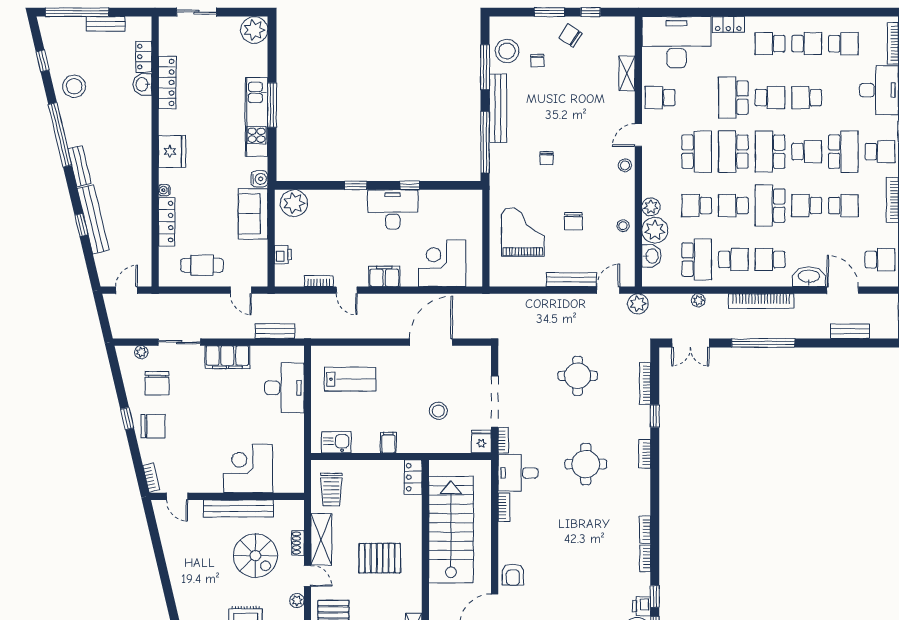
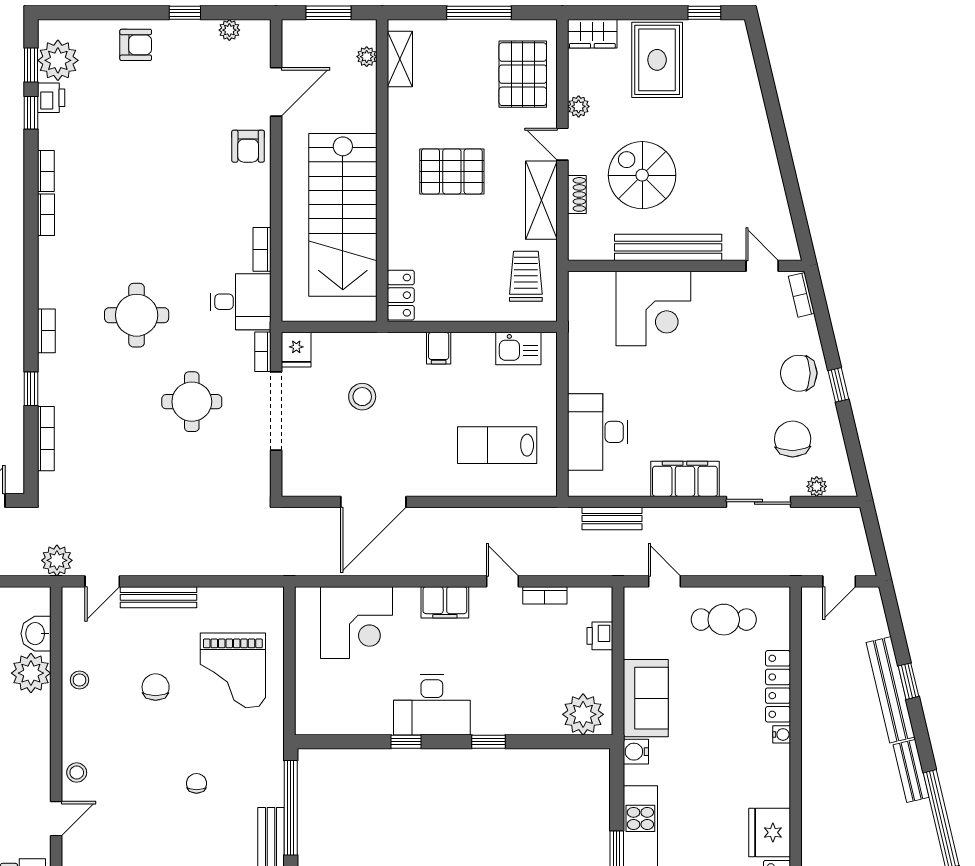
fridge: (172, 152) -> (770, 832), moved
plant: (651, 207) -> (37, 709), removed
round table: (578, 376) -> (192, 402), moved
armchair: (513, 575) -> (248, 146), turned 180

